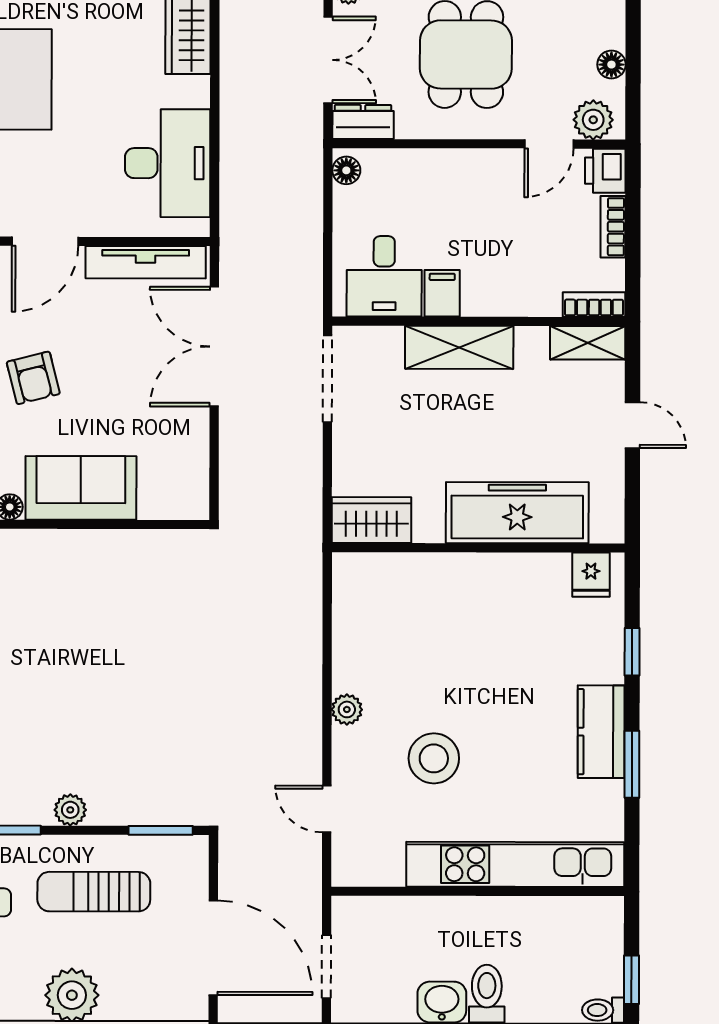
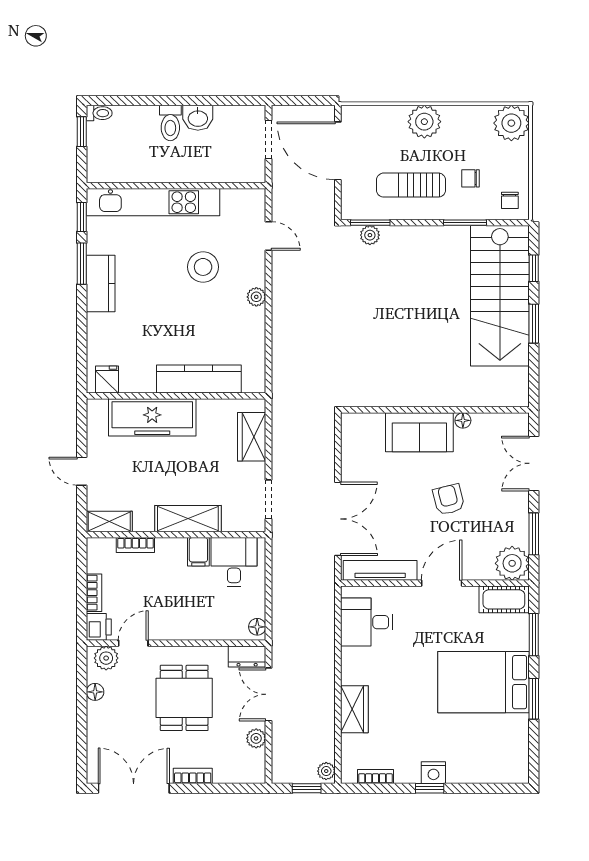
desk: (168, 163) -> (367, 622), width x0.73
bookcase: (594, 304) -> (135, 545), moved
doorway: (328, 379) -> (269, 499), width x0.73
wardrobe: (371, 520) -> (252, 437), moved, turned 90
kitchen counter: (441, 575) -> (199, 379), added
window: (632, 652) -> (82, 217), moved
plant: (70, 810) -> (370, 235), moved
sun lounger: (94, 892) -> (411, 185), turned 180

